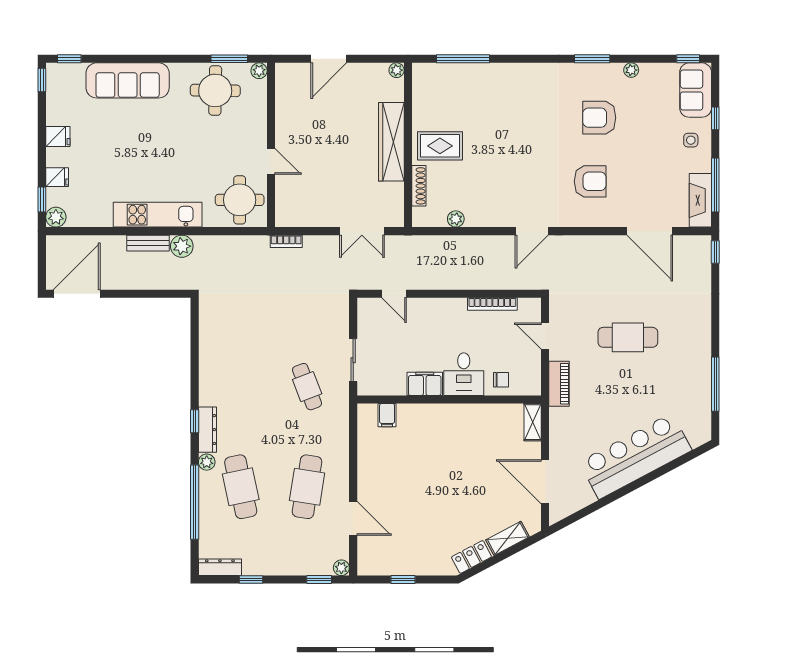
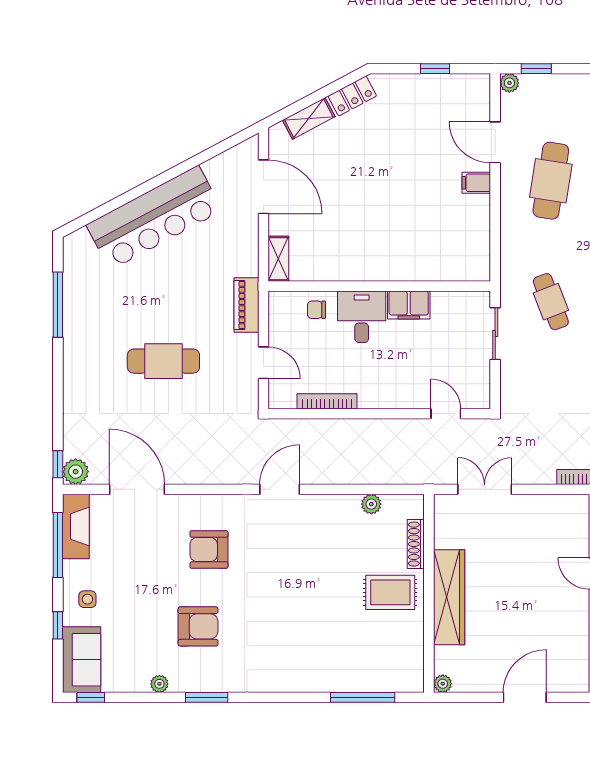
plant: (701, 246) -> (76, 472), added
filing cabinet: (387, 415) -> (476, 183), moved, turned -90

